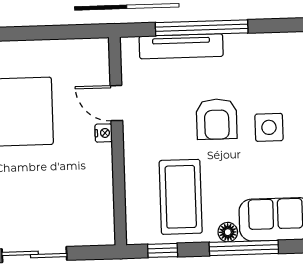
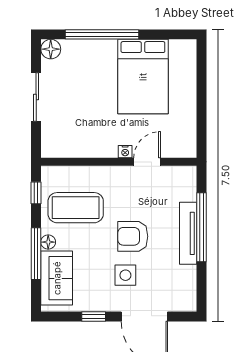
tv unit: (181, 46) -> (188, 233), moved

